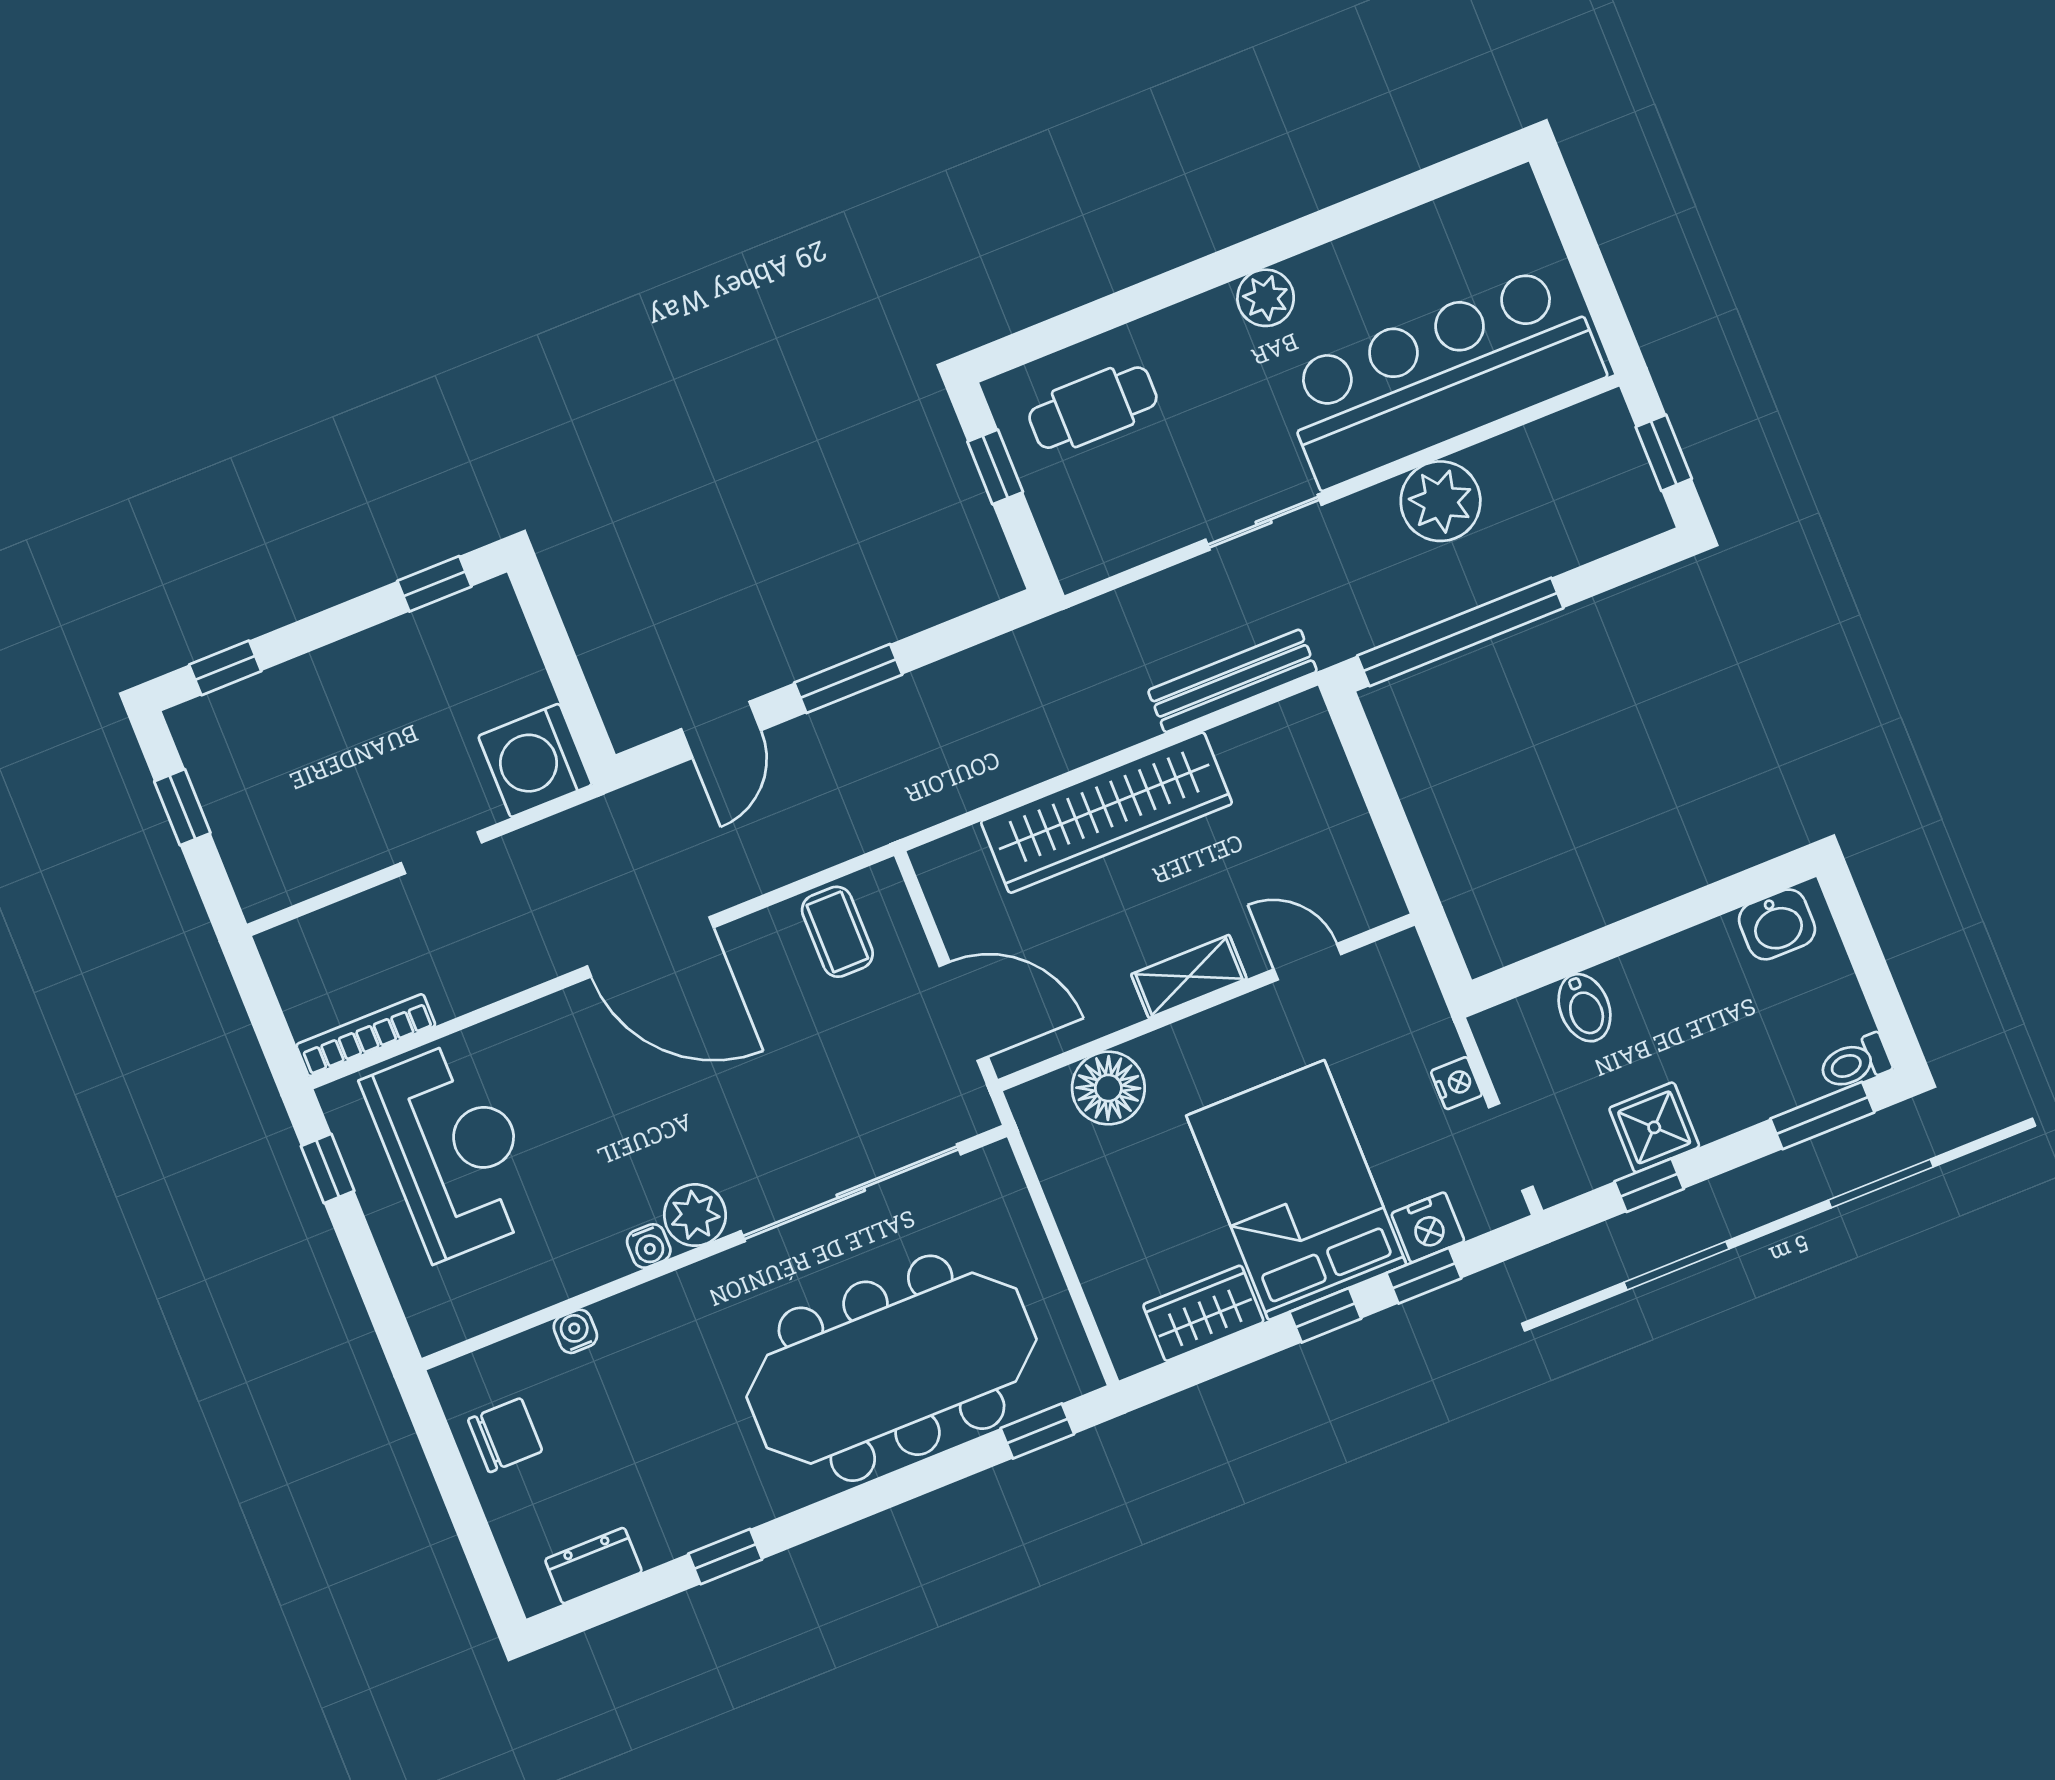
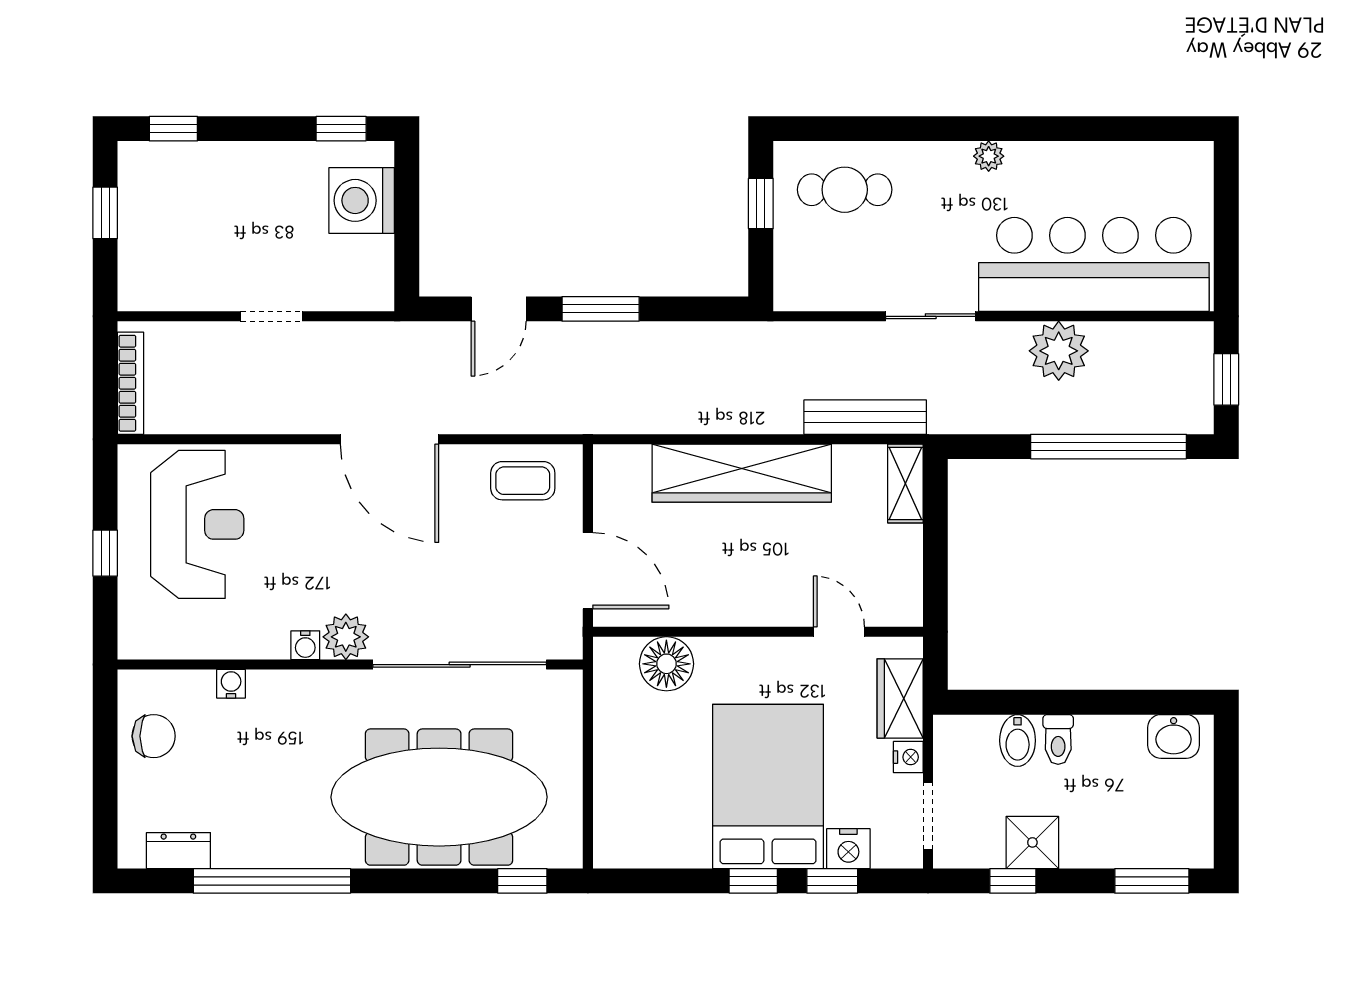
plant: (1266, 298) -> (989, 156), width x0.73, depth x0.73
window: (1460, 632) -> (1109, 447), moved
washing machine: (535, 760) -> (362, 200), moved
coffee table: (837, 932) -> (523, 481), turned 90
shelving: (1189, 976) -> (905, 483), moved, turned 90
bookcase: (366, 1035) -> (131, 383), moved, turned 90
toilet: (1855, 1062) -> (1058, 739), moved, turned -90
window: (328, 1169) -> (105, 553), moved
wardrobe: (1203, 1313) -> (900, 698), moved, turned -90
window: (725, 1557) -> (272, 881), width x3.17

